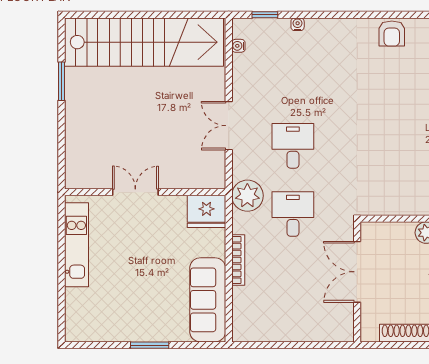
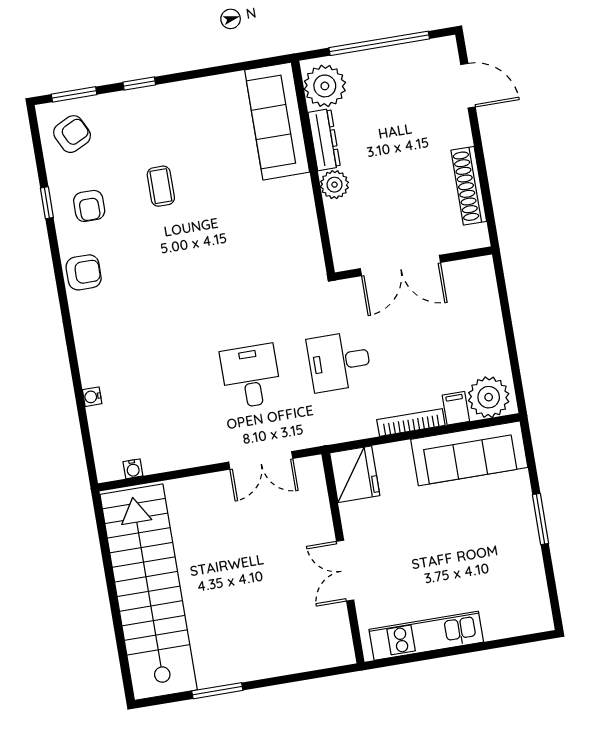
window: (265, 15) -> (87, 441), removed
double door: (229, 126) -> (261, 460), moved
desk: (293, 146) -> (251, 376), turned 90
plant: (247, 196) -> (489, 397), moved
filing cabinet: (243, 296) -> (456, 408), added

